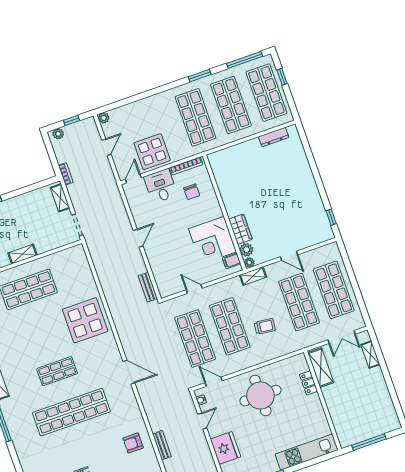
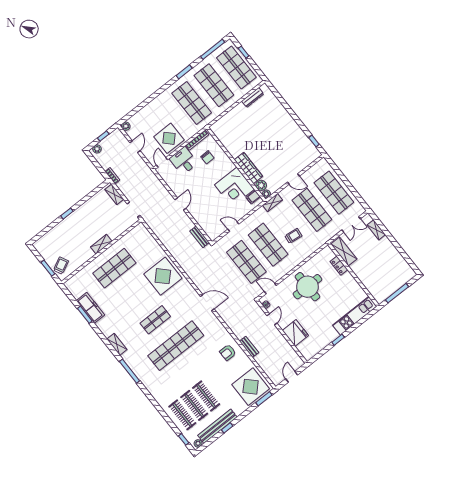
wardrobe: (240, 229) -> (248, 168), width x1.50

